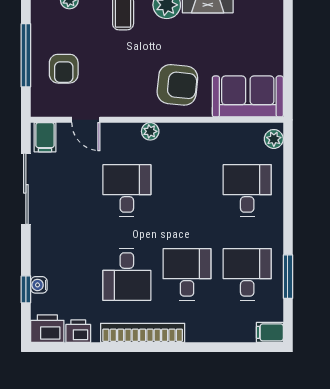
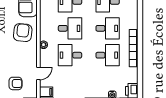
desk: (187, 191) -> (70, 28), added
desk: (187, 274) -> (108, 28), turned 180
printer: (78, 331) -> (133, 77), removed

